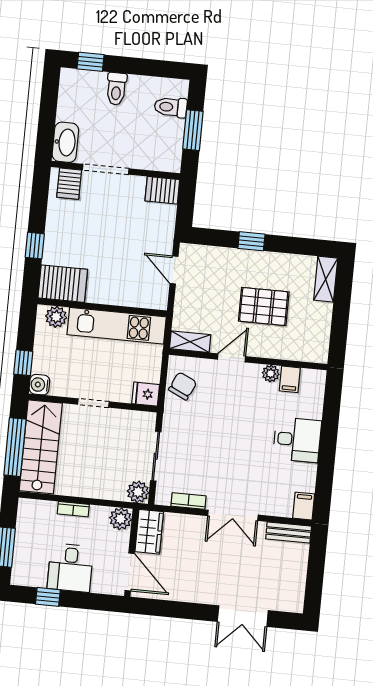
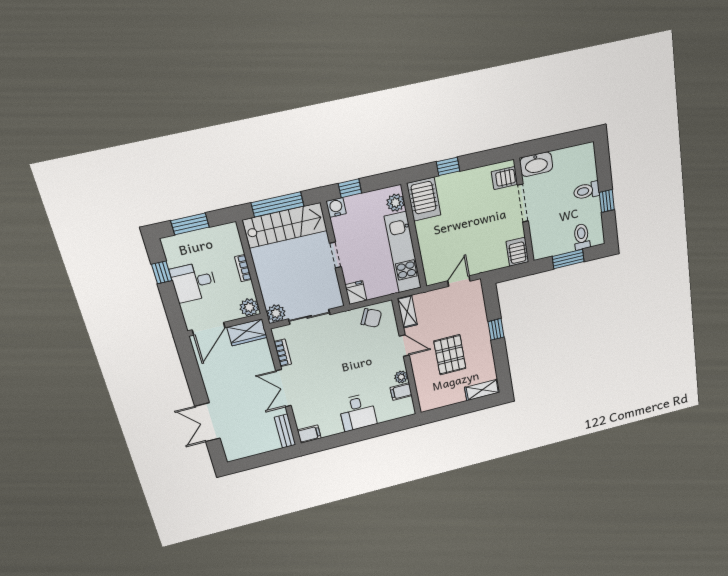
window: (91, 62) -> (607, 201), moved

